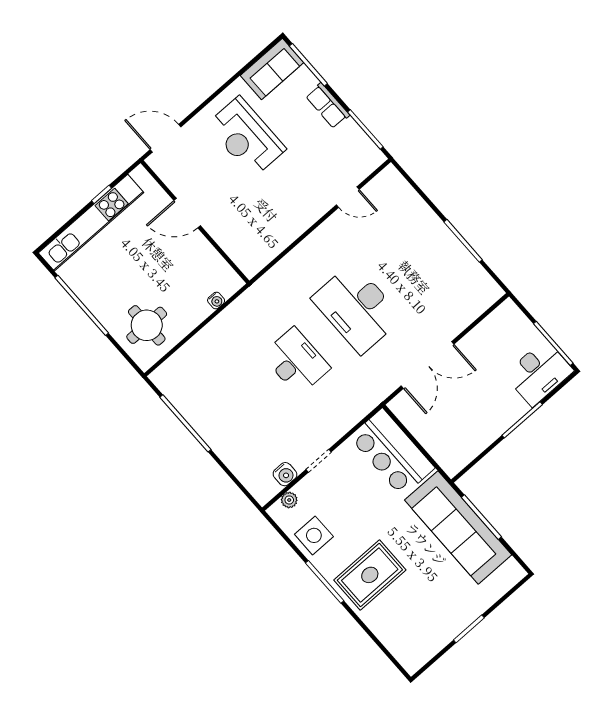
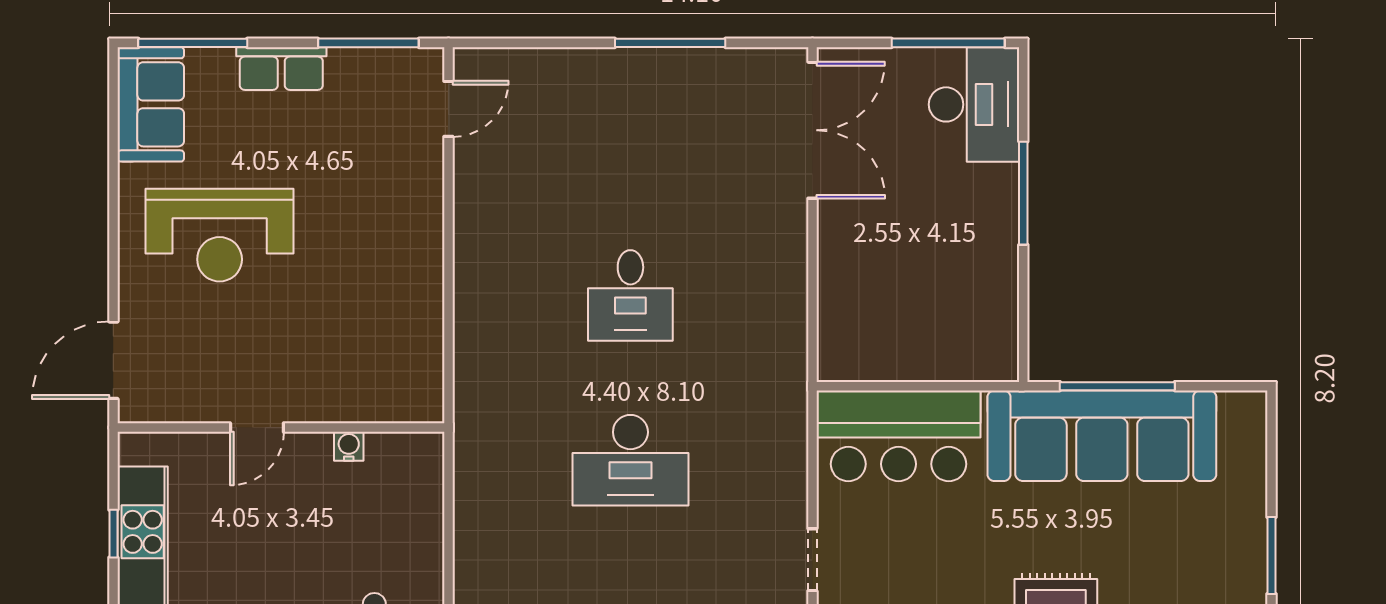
door: (348, 197) -> (448, 109), moved
door: (187, 213) -> (257, 428), width x0.73
water cooler: (216, 301) -> (349, 446), moved, turned -90
desk: (357, 308) -> (630, 296), width x0.53, depth x0.77
desk: (296, 361) -> (630, 460), turned 180
double door: (428, 365) -> (812, 130), moved

